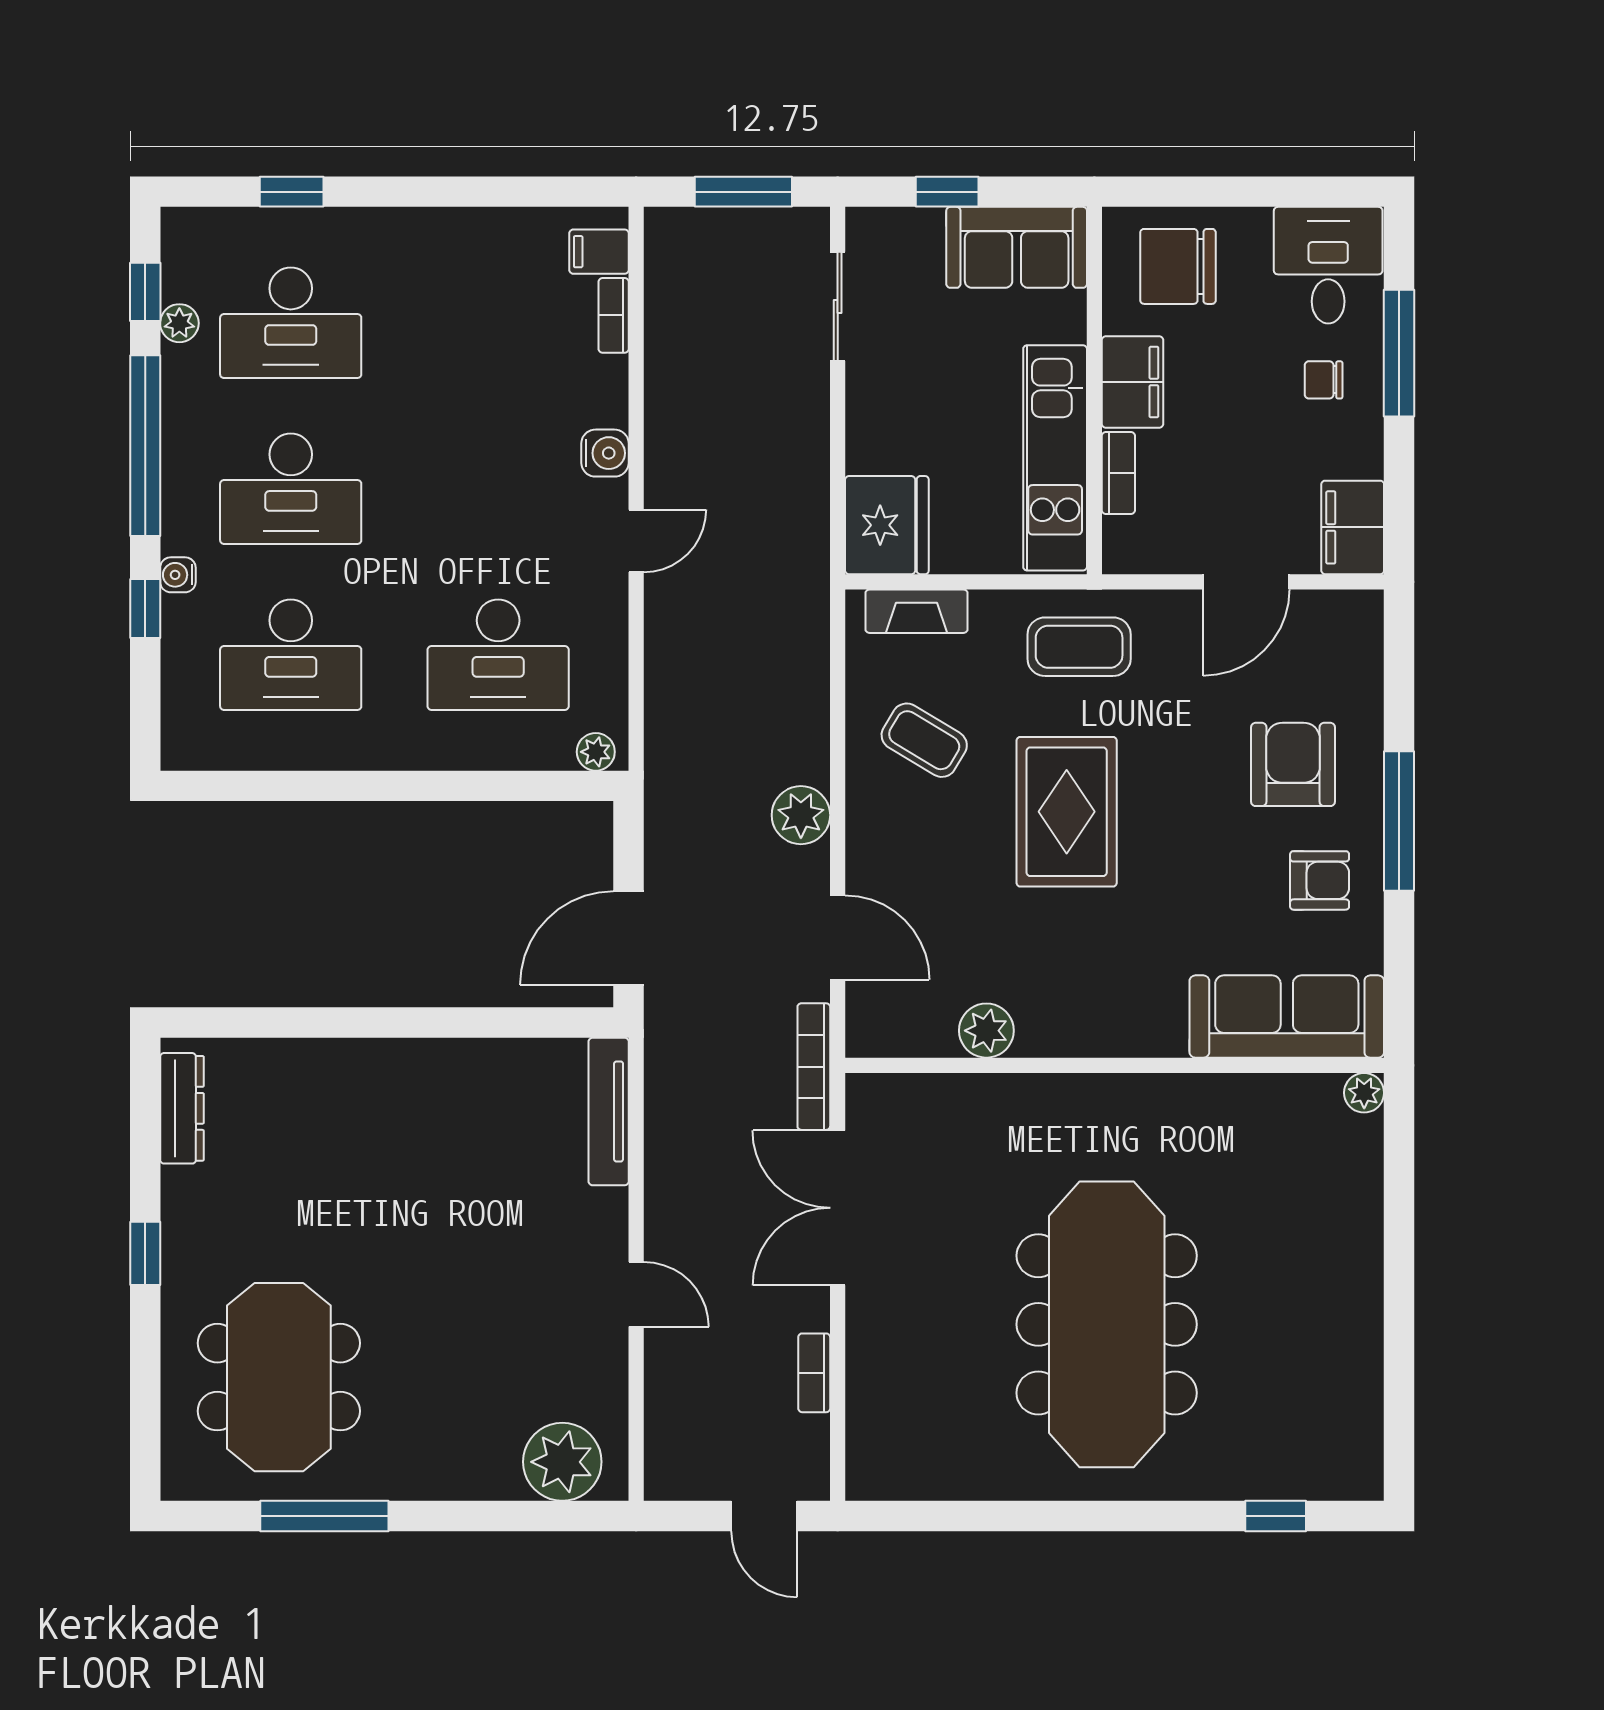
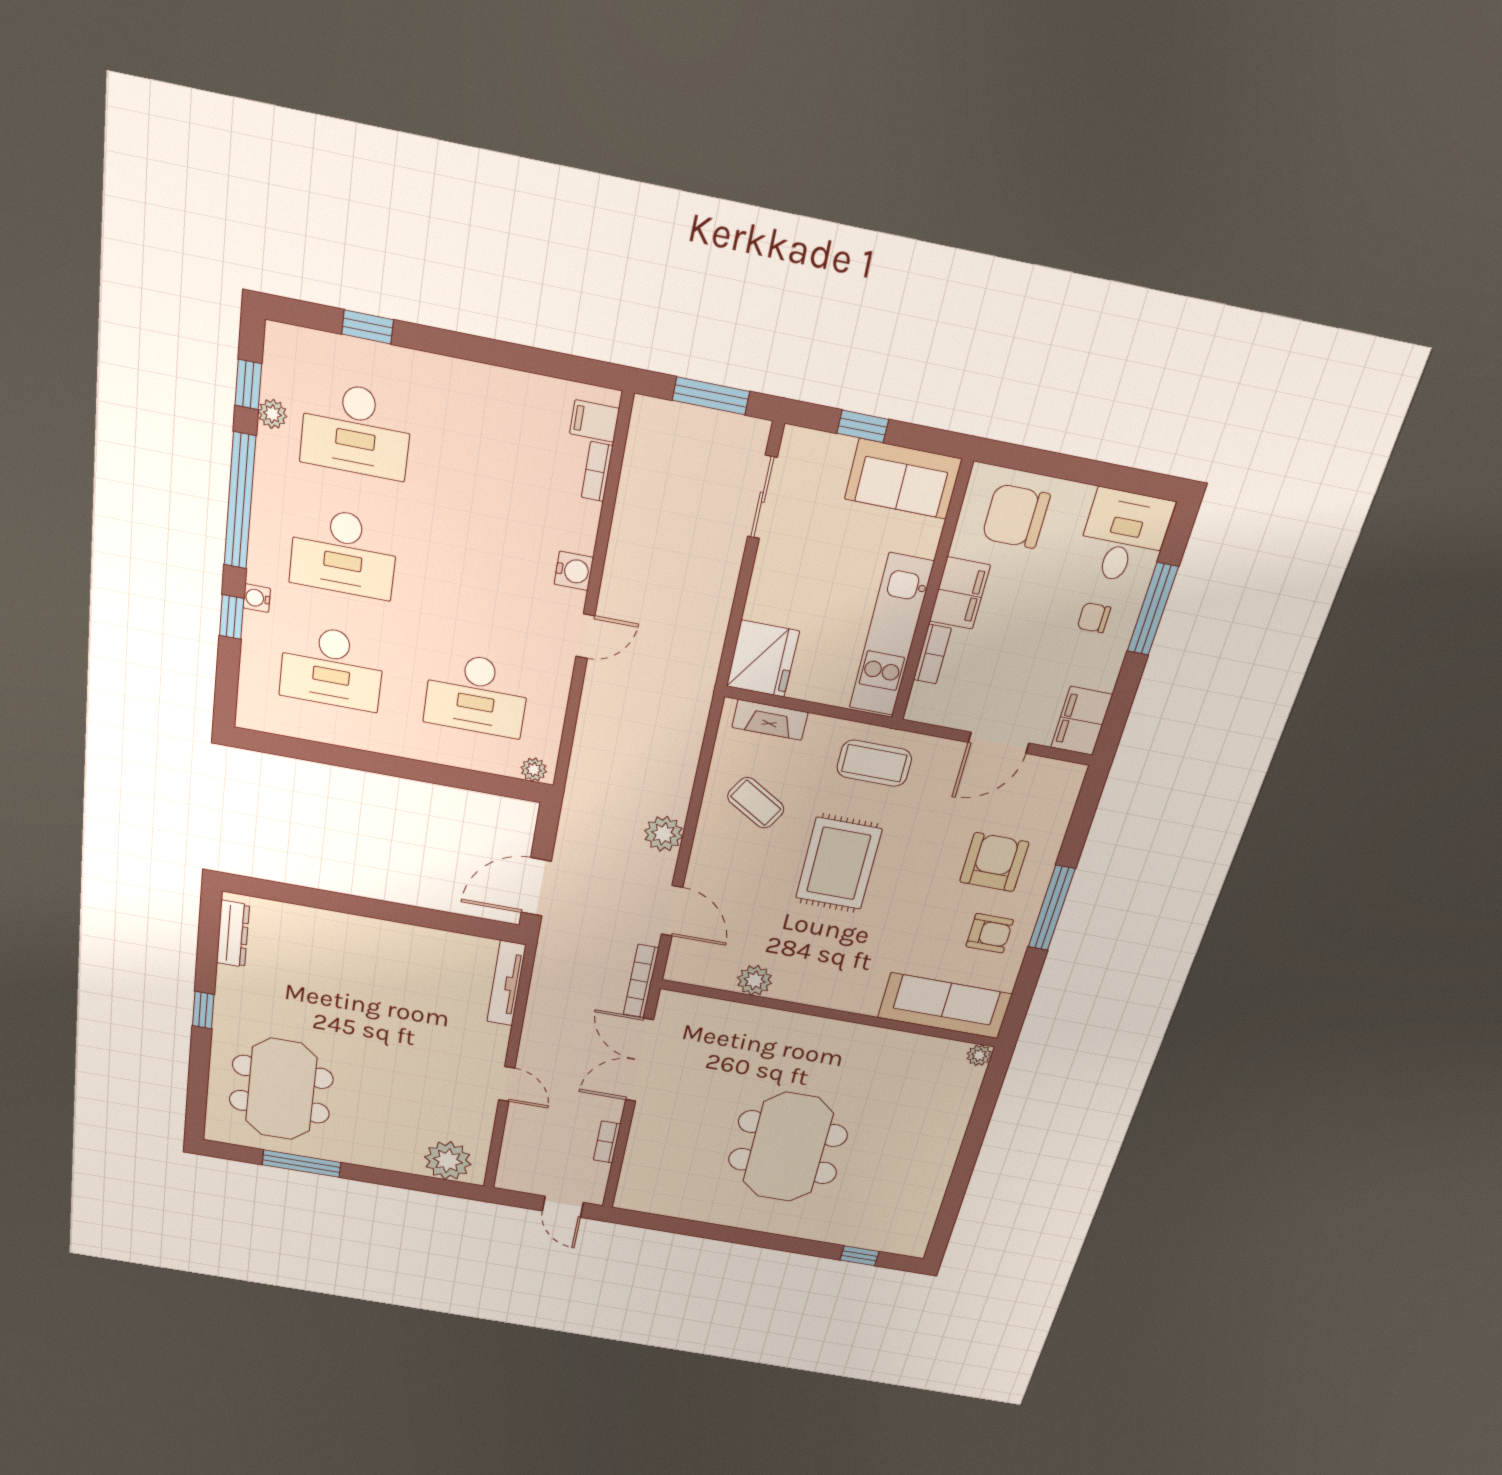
meeting table: (1107, 1324) -> (788, 1147), width x0.73

